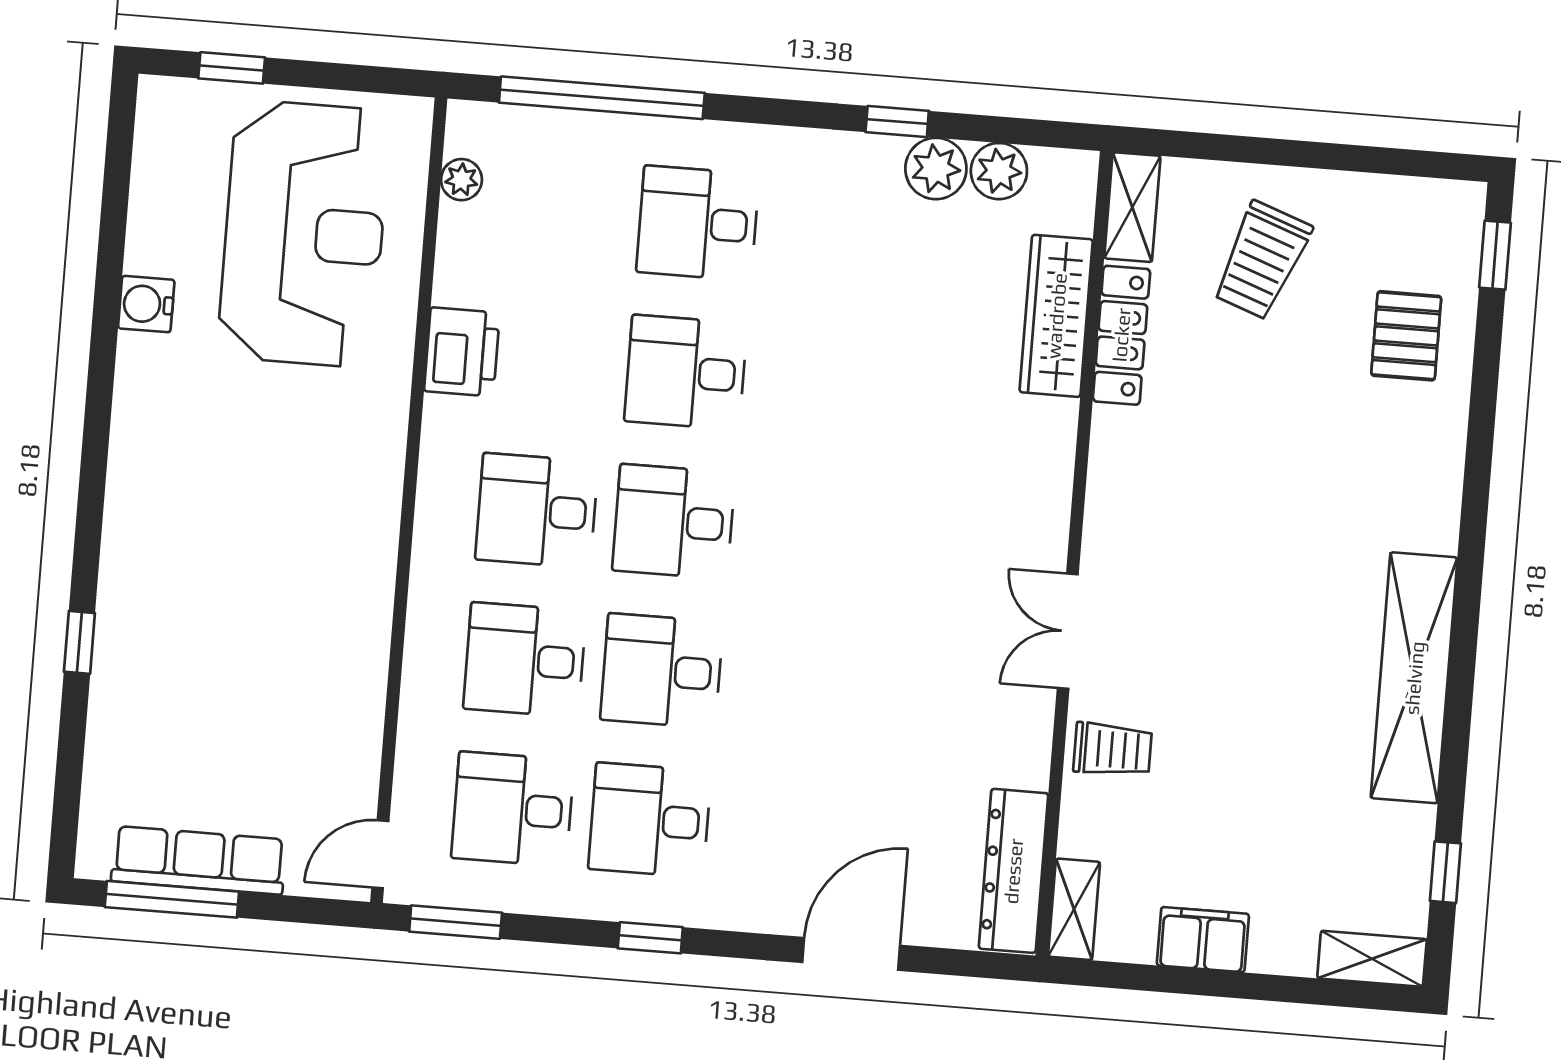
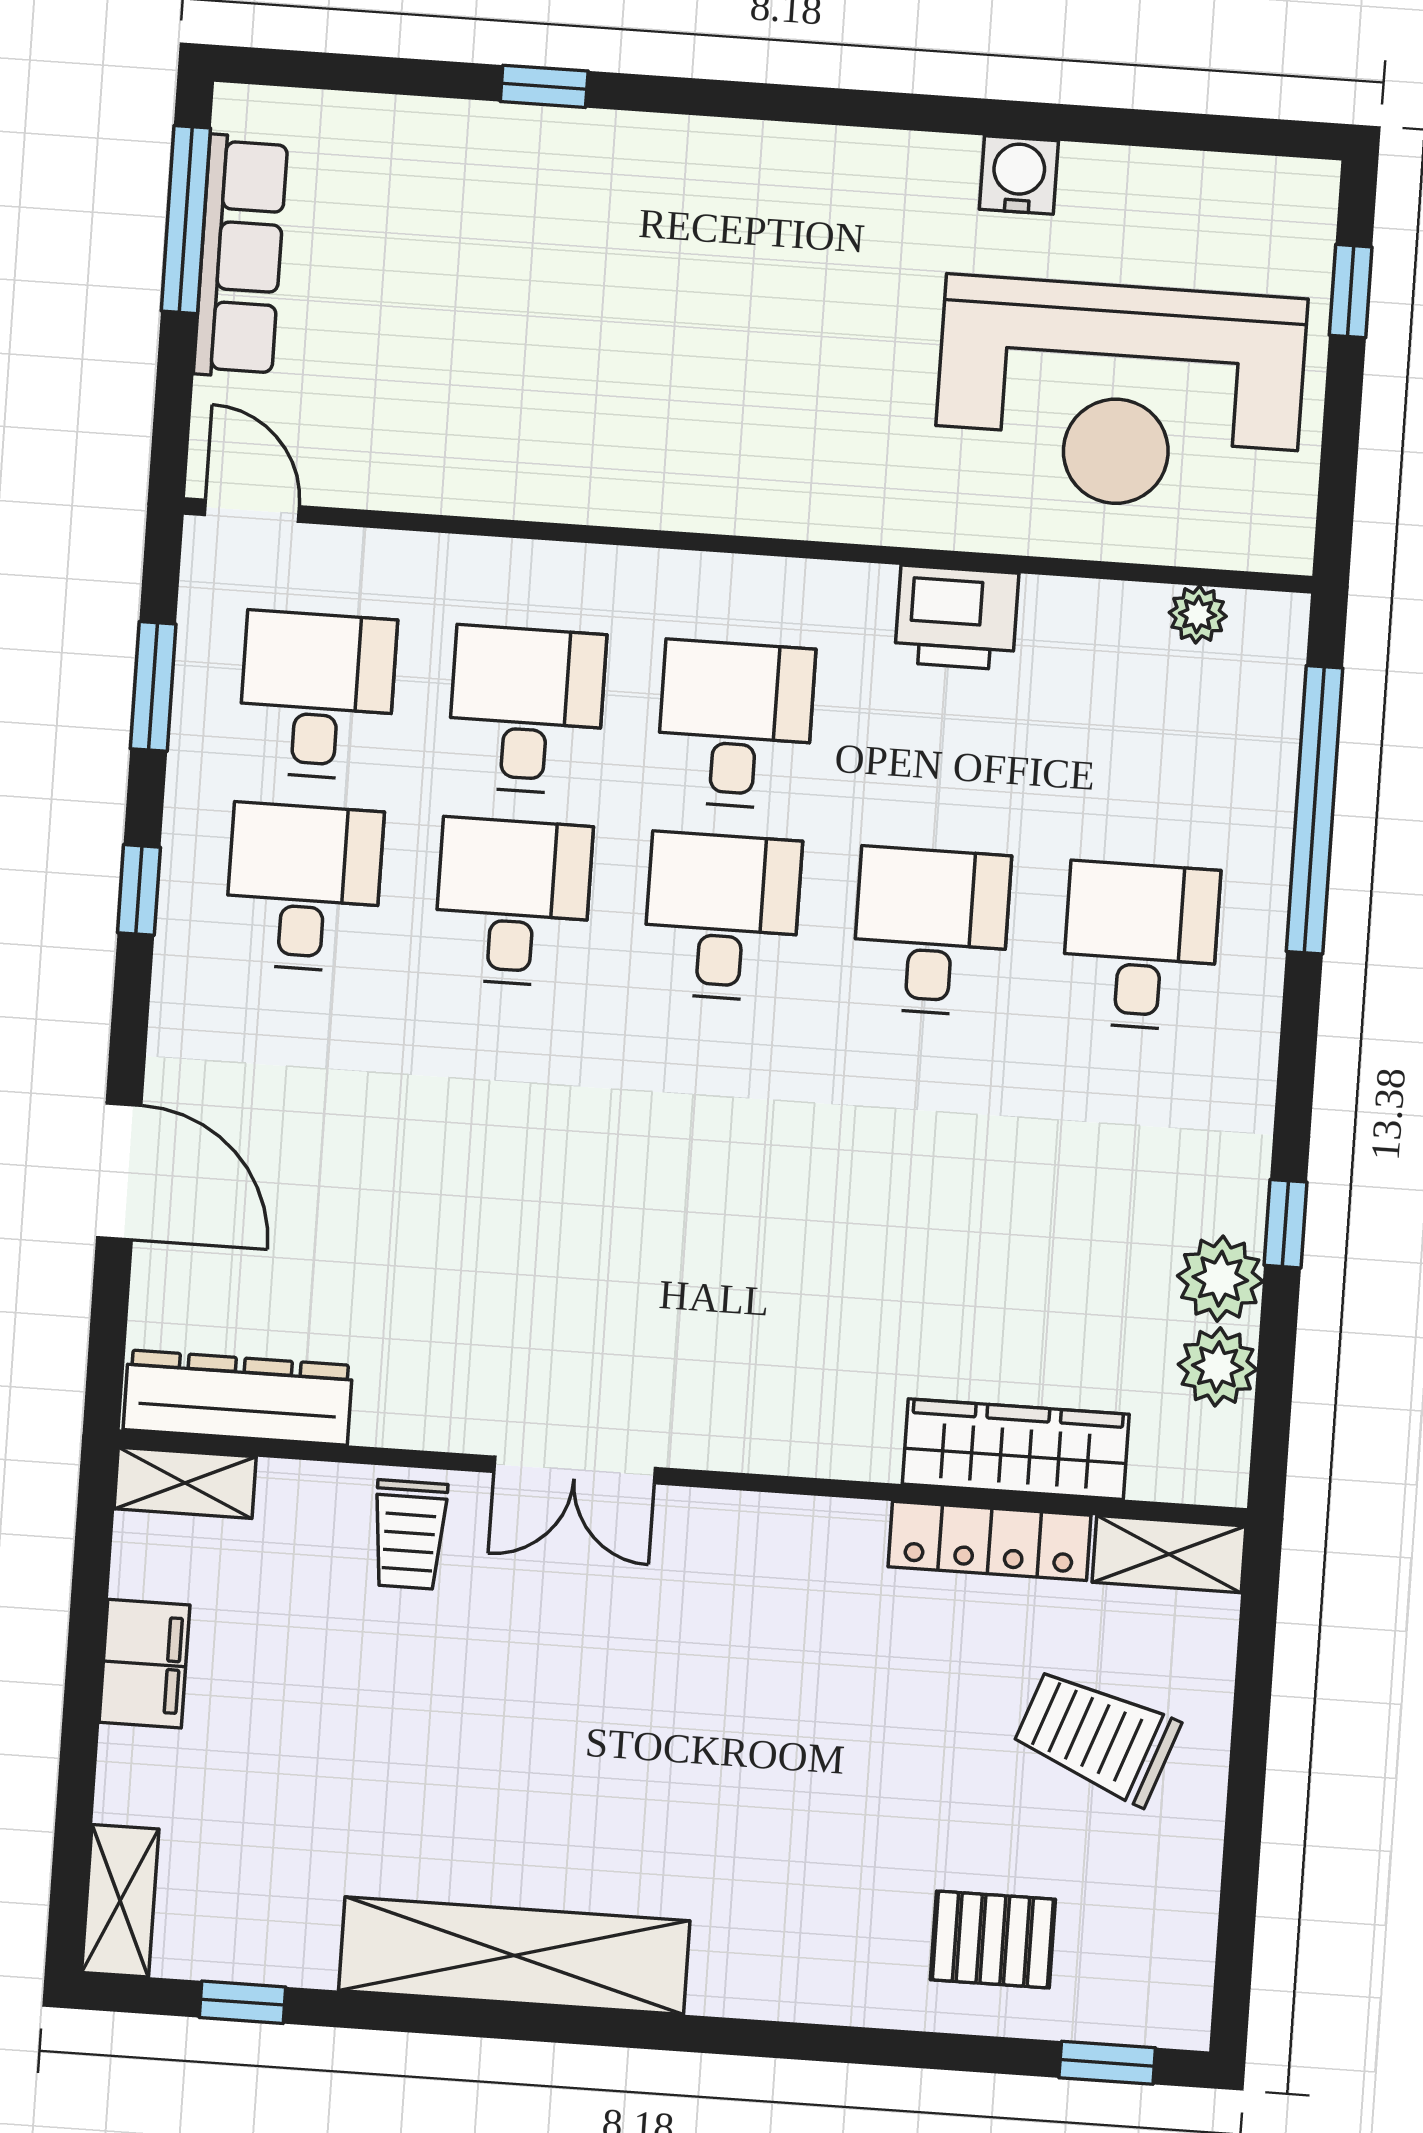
double door: (1068, 631) -> (574, 1470), swing flipped
window: (456, 922) -> (153, 686), moved

